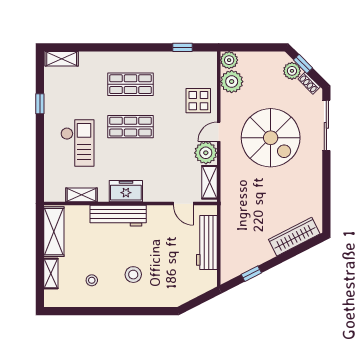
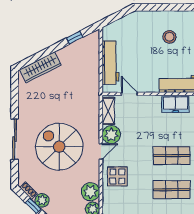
sliding door: (326, 125) -> (15, 139), moved

